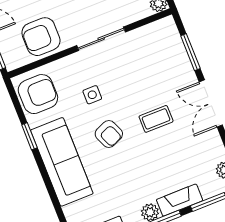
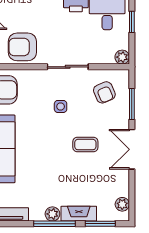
side table: (92, 95) -> (61, 106), moved
armchair: (109, 134) -> (104, 92), moved

